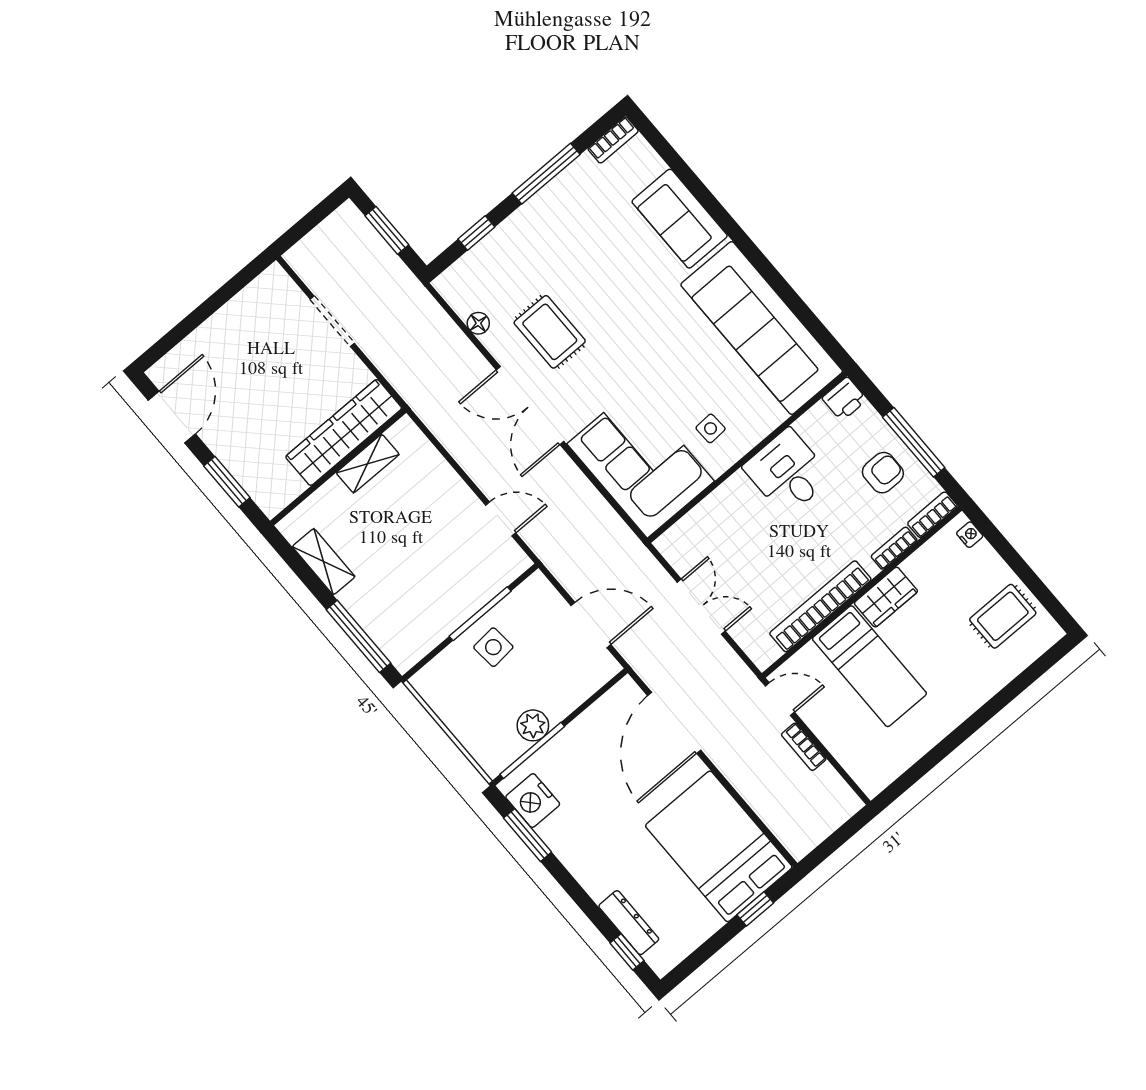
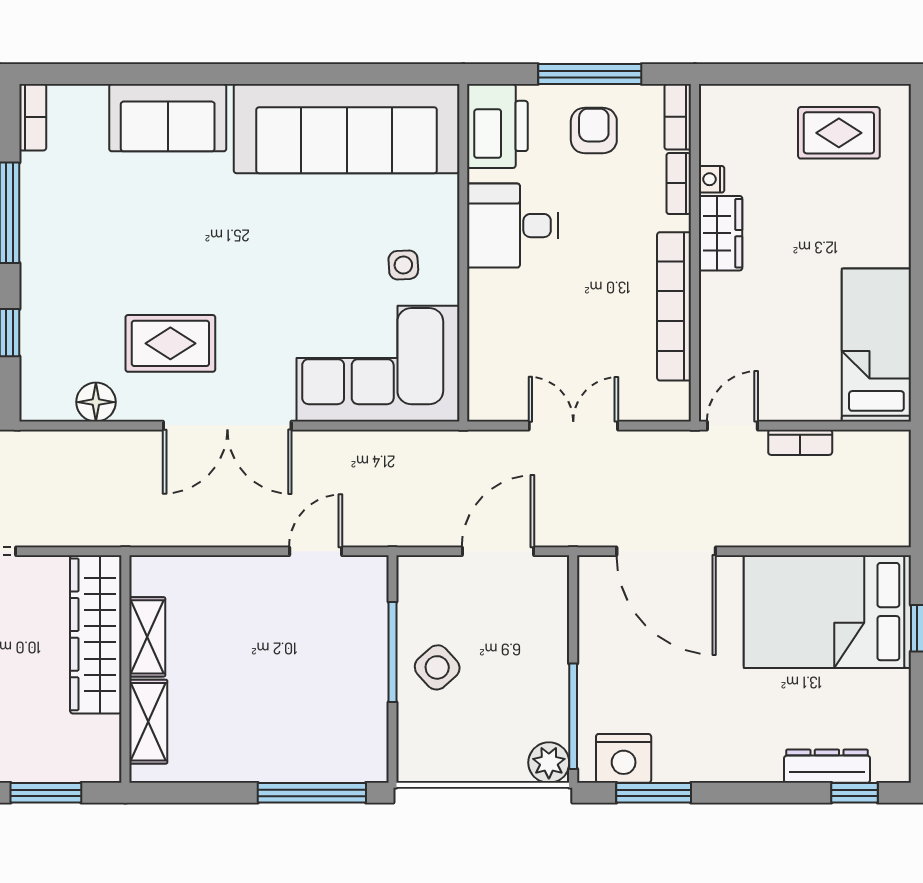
floor lamp: (478, 323) -> (96, 402), width x1.37, depth x1.37
printer: (844, 399) -> (497, 126), width x1.87, depth x1.48
nightstand: (970, 535) -> (712, 179), moved, turned -90
shelving: (324, 562) -> (148, 722), moved, turned 90
rug: (1003, 616) -> (839, 133), turned 90
side table: (493, 647) -> (437, 667), turned -37
bed: (869, 666) -> (876, 345), moved, turned -90
plant: (533, 725) -> (549, 763), moved

